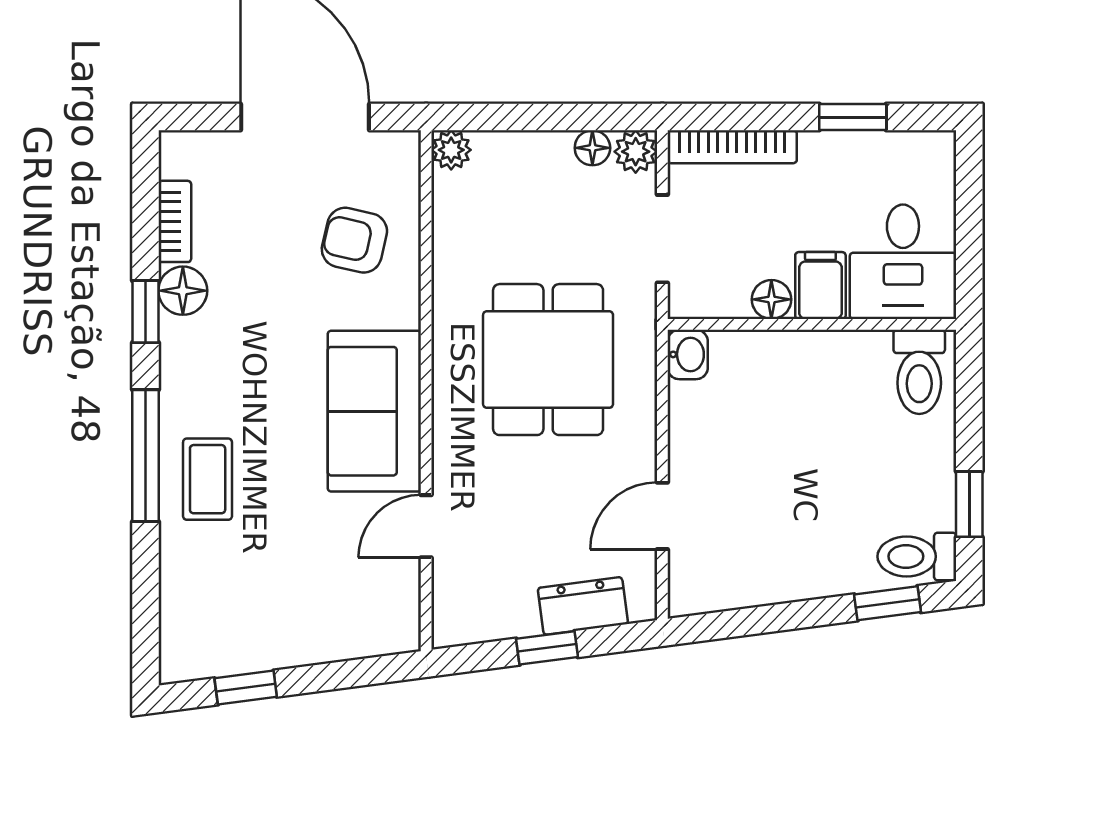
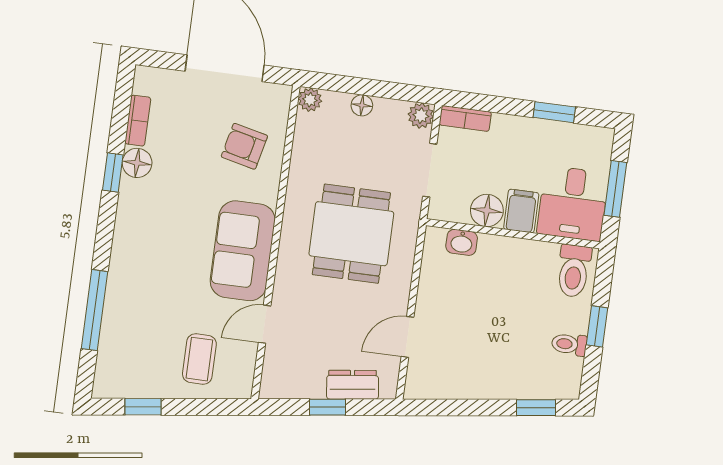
bookcase: (732, 147) -> (465, 118), width x0.64
floor lamp: (592, 148) -> (362, 105), moved
window: (969, 229) -> (615, 189), added
floor lamp: (771, 299) -> (487, 210), width x1.37, depth x1.37
washbasin: (688, 354) -> (462, 242), moved, turned 90
window: (145, 456) -> (94, 310), moved
coffee table: (208, 479) -> (199, 359), moved
window: (969, 504) -> (597, 326), moved
toilet: (917, 556) -> (569, 344), moved, width x0.73, depth x0.72

